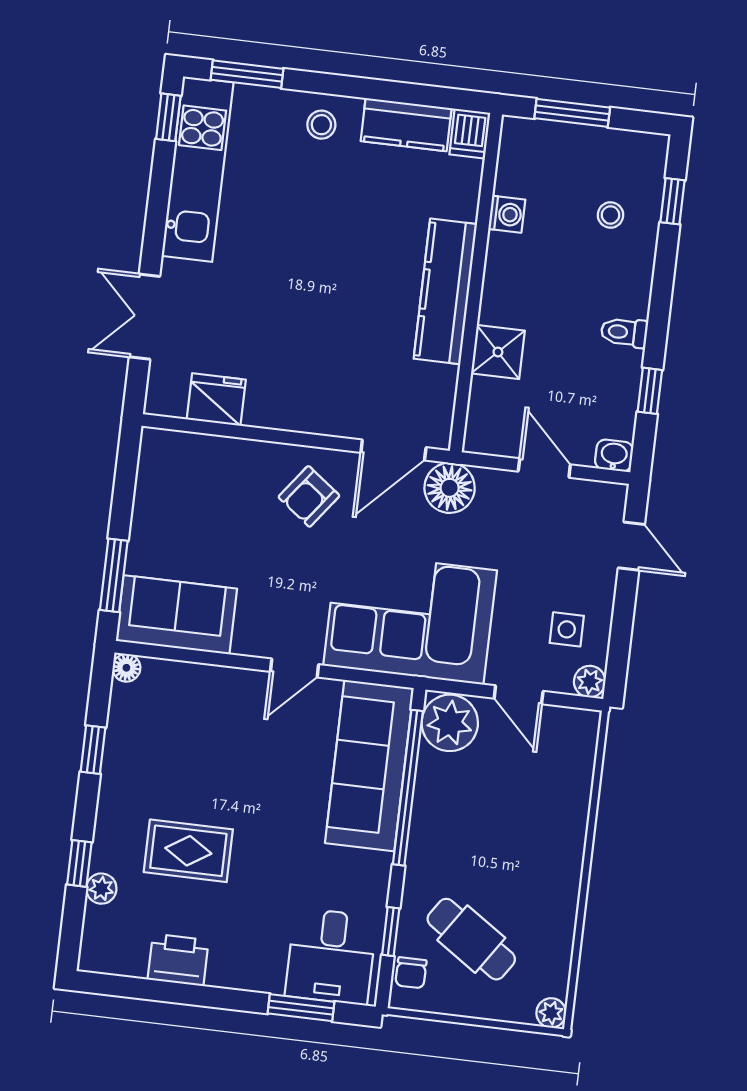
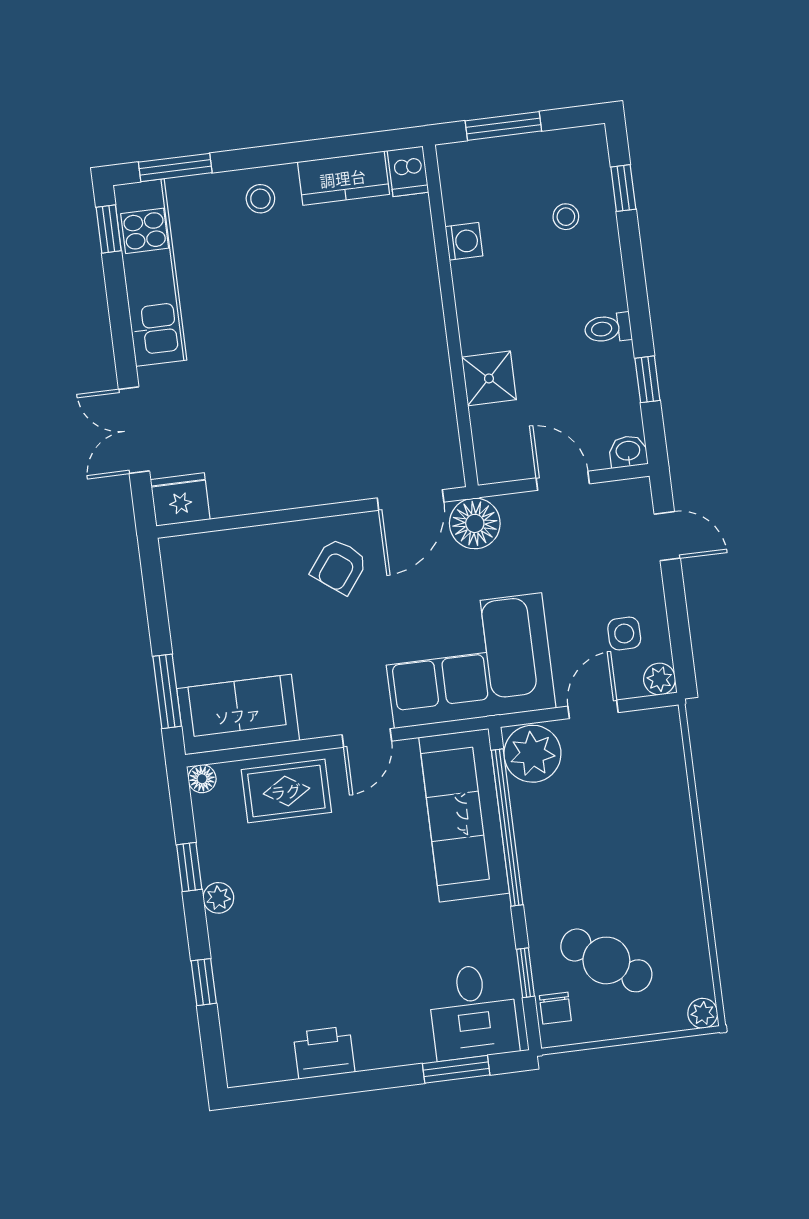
kitchen counter: (445, 291) -> (423, 332), removed
fridge: (216, 400) -> (180, 499), moved
door: (519, 695) -> (593, 709), swing flipped
rug: (188, 851) -> (286, 791), moved
plant: (101, 889) -> (218, 898), moved

